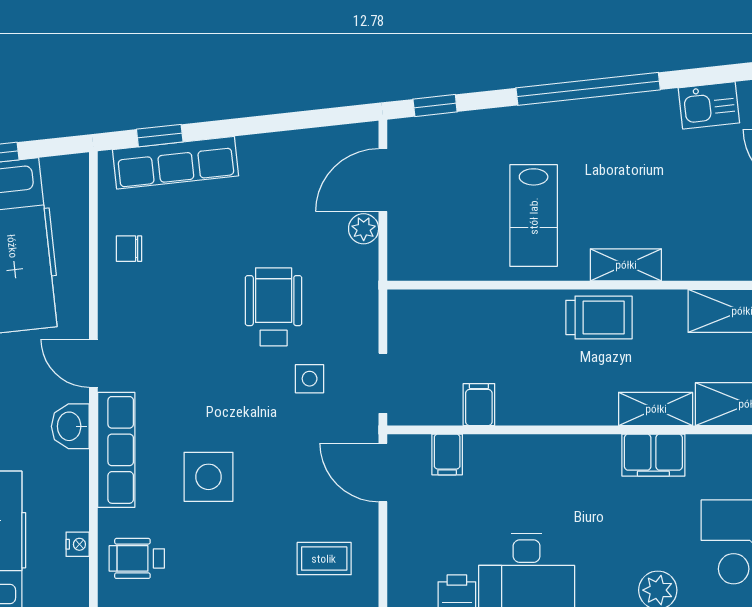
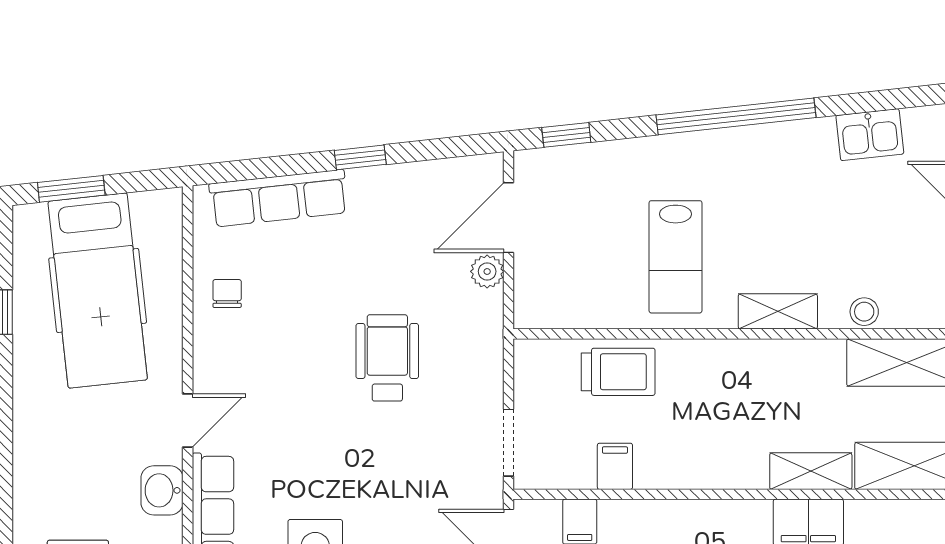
window: (160, 136) -> (360, 157), moved
chair: (129, 249) -> (227, 293), turned 90
stool: (704, 265) -> (864, 312), added
trolley: (599, 317) -> (618, 372), moved
door: (93, 363) -> (188, 421), swing flipped
side table: (310, 379) -> (427, 438), removed

